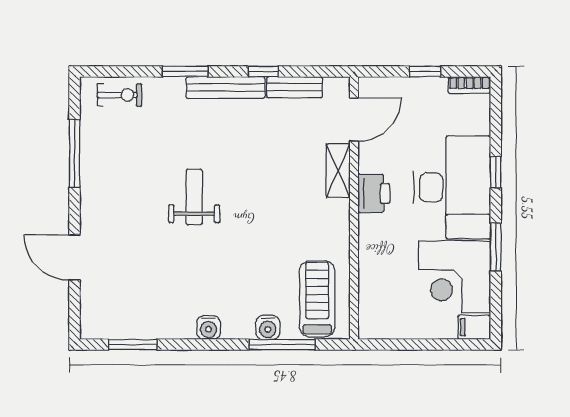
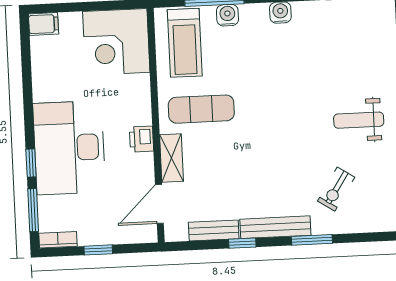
exercise bike: (119, 95) -> (336, 189), moved, turned -57
printer: (374, 193) -> (141, 139), width x0.73, depth x0.81
weight bench: (194, 197) -> (359, 120), moved, turned 90
exercise mat: (302, 224) -> (201, 109), added
window: (496, 247) -> (33, 210), moved
corner desk: (455, 277) -> (116, 42), moved, turned 180

